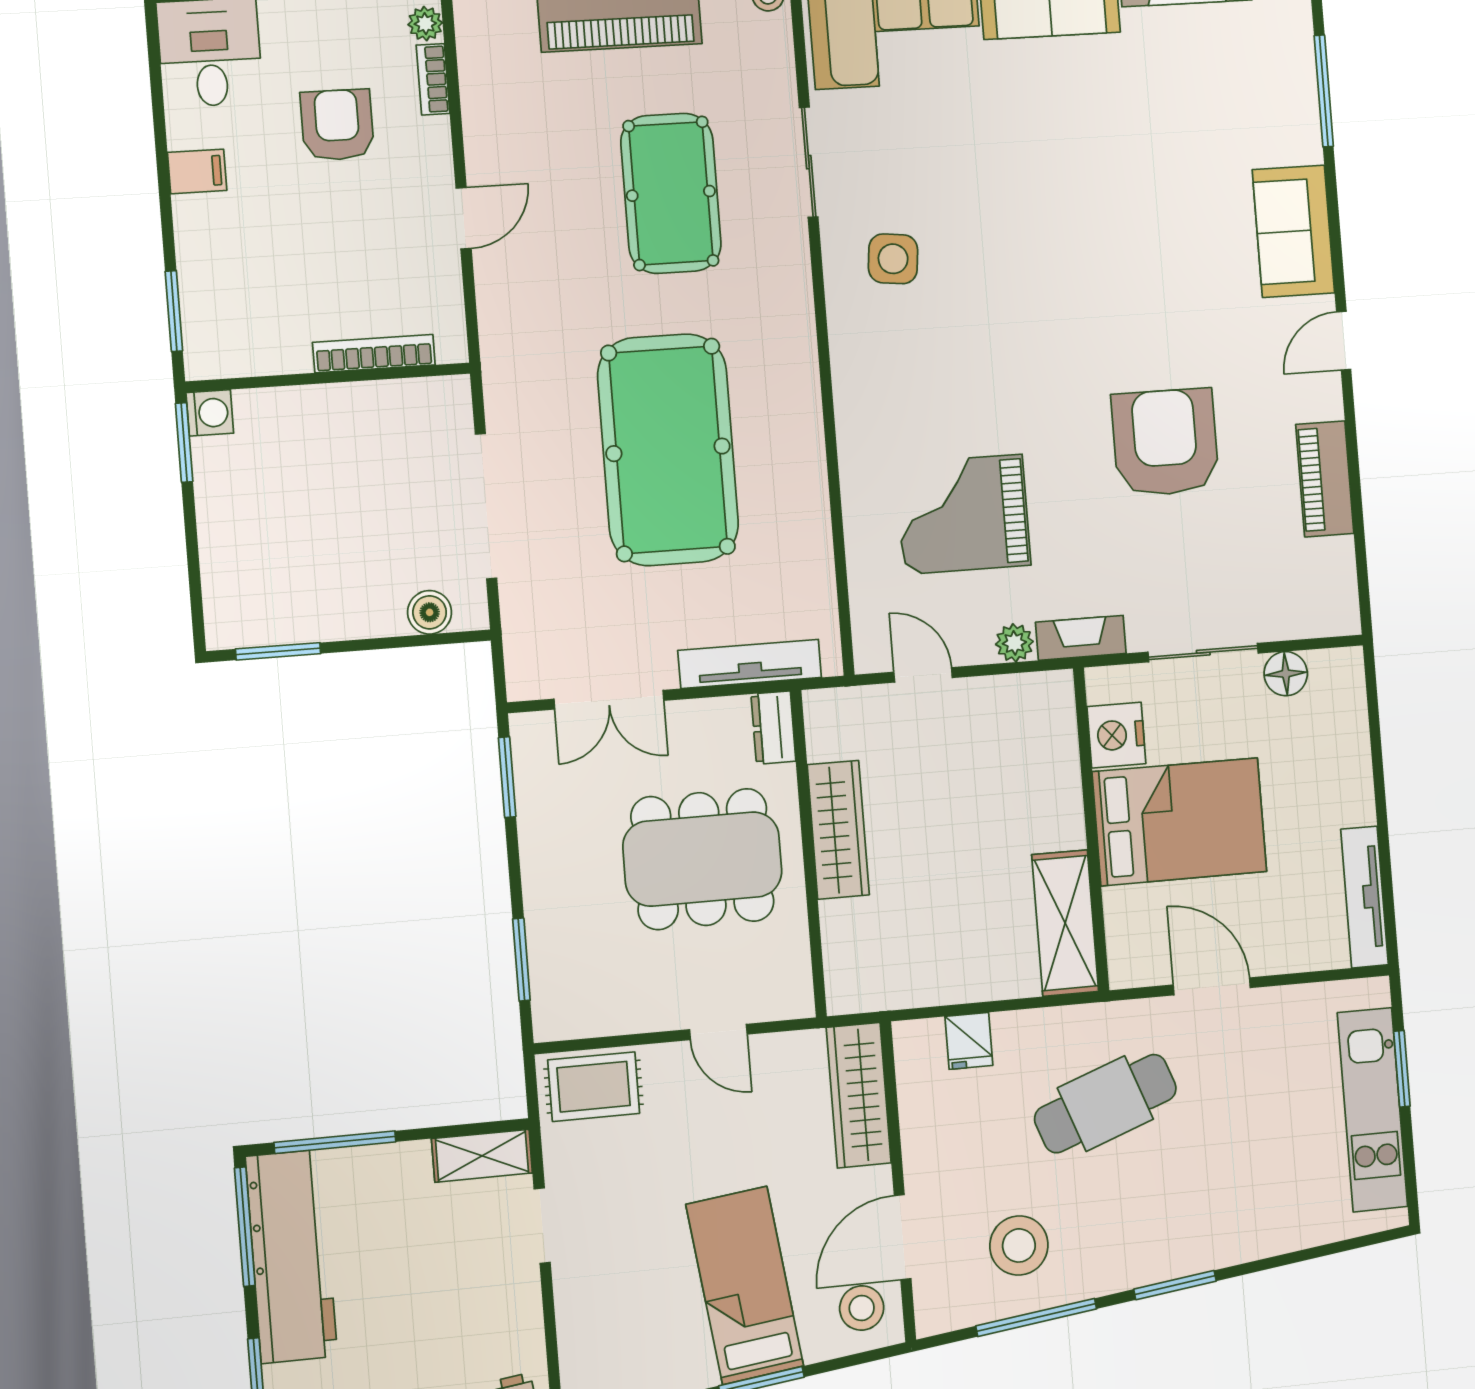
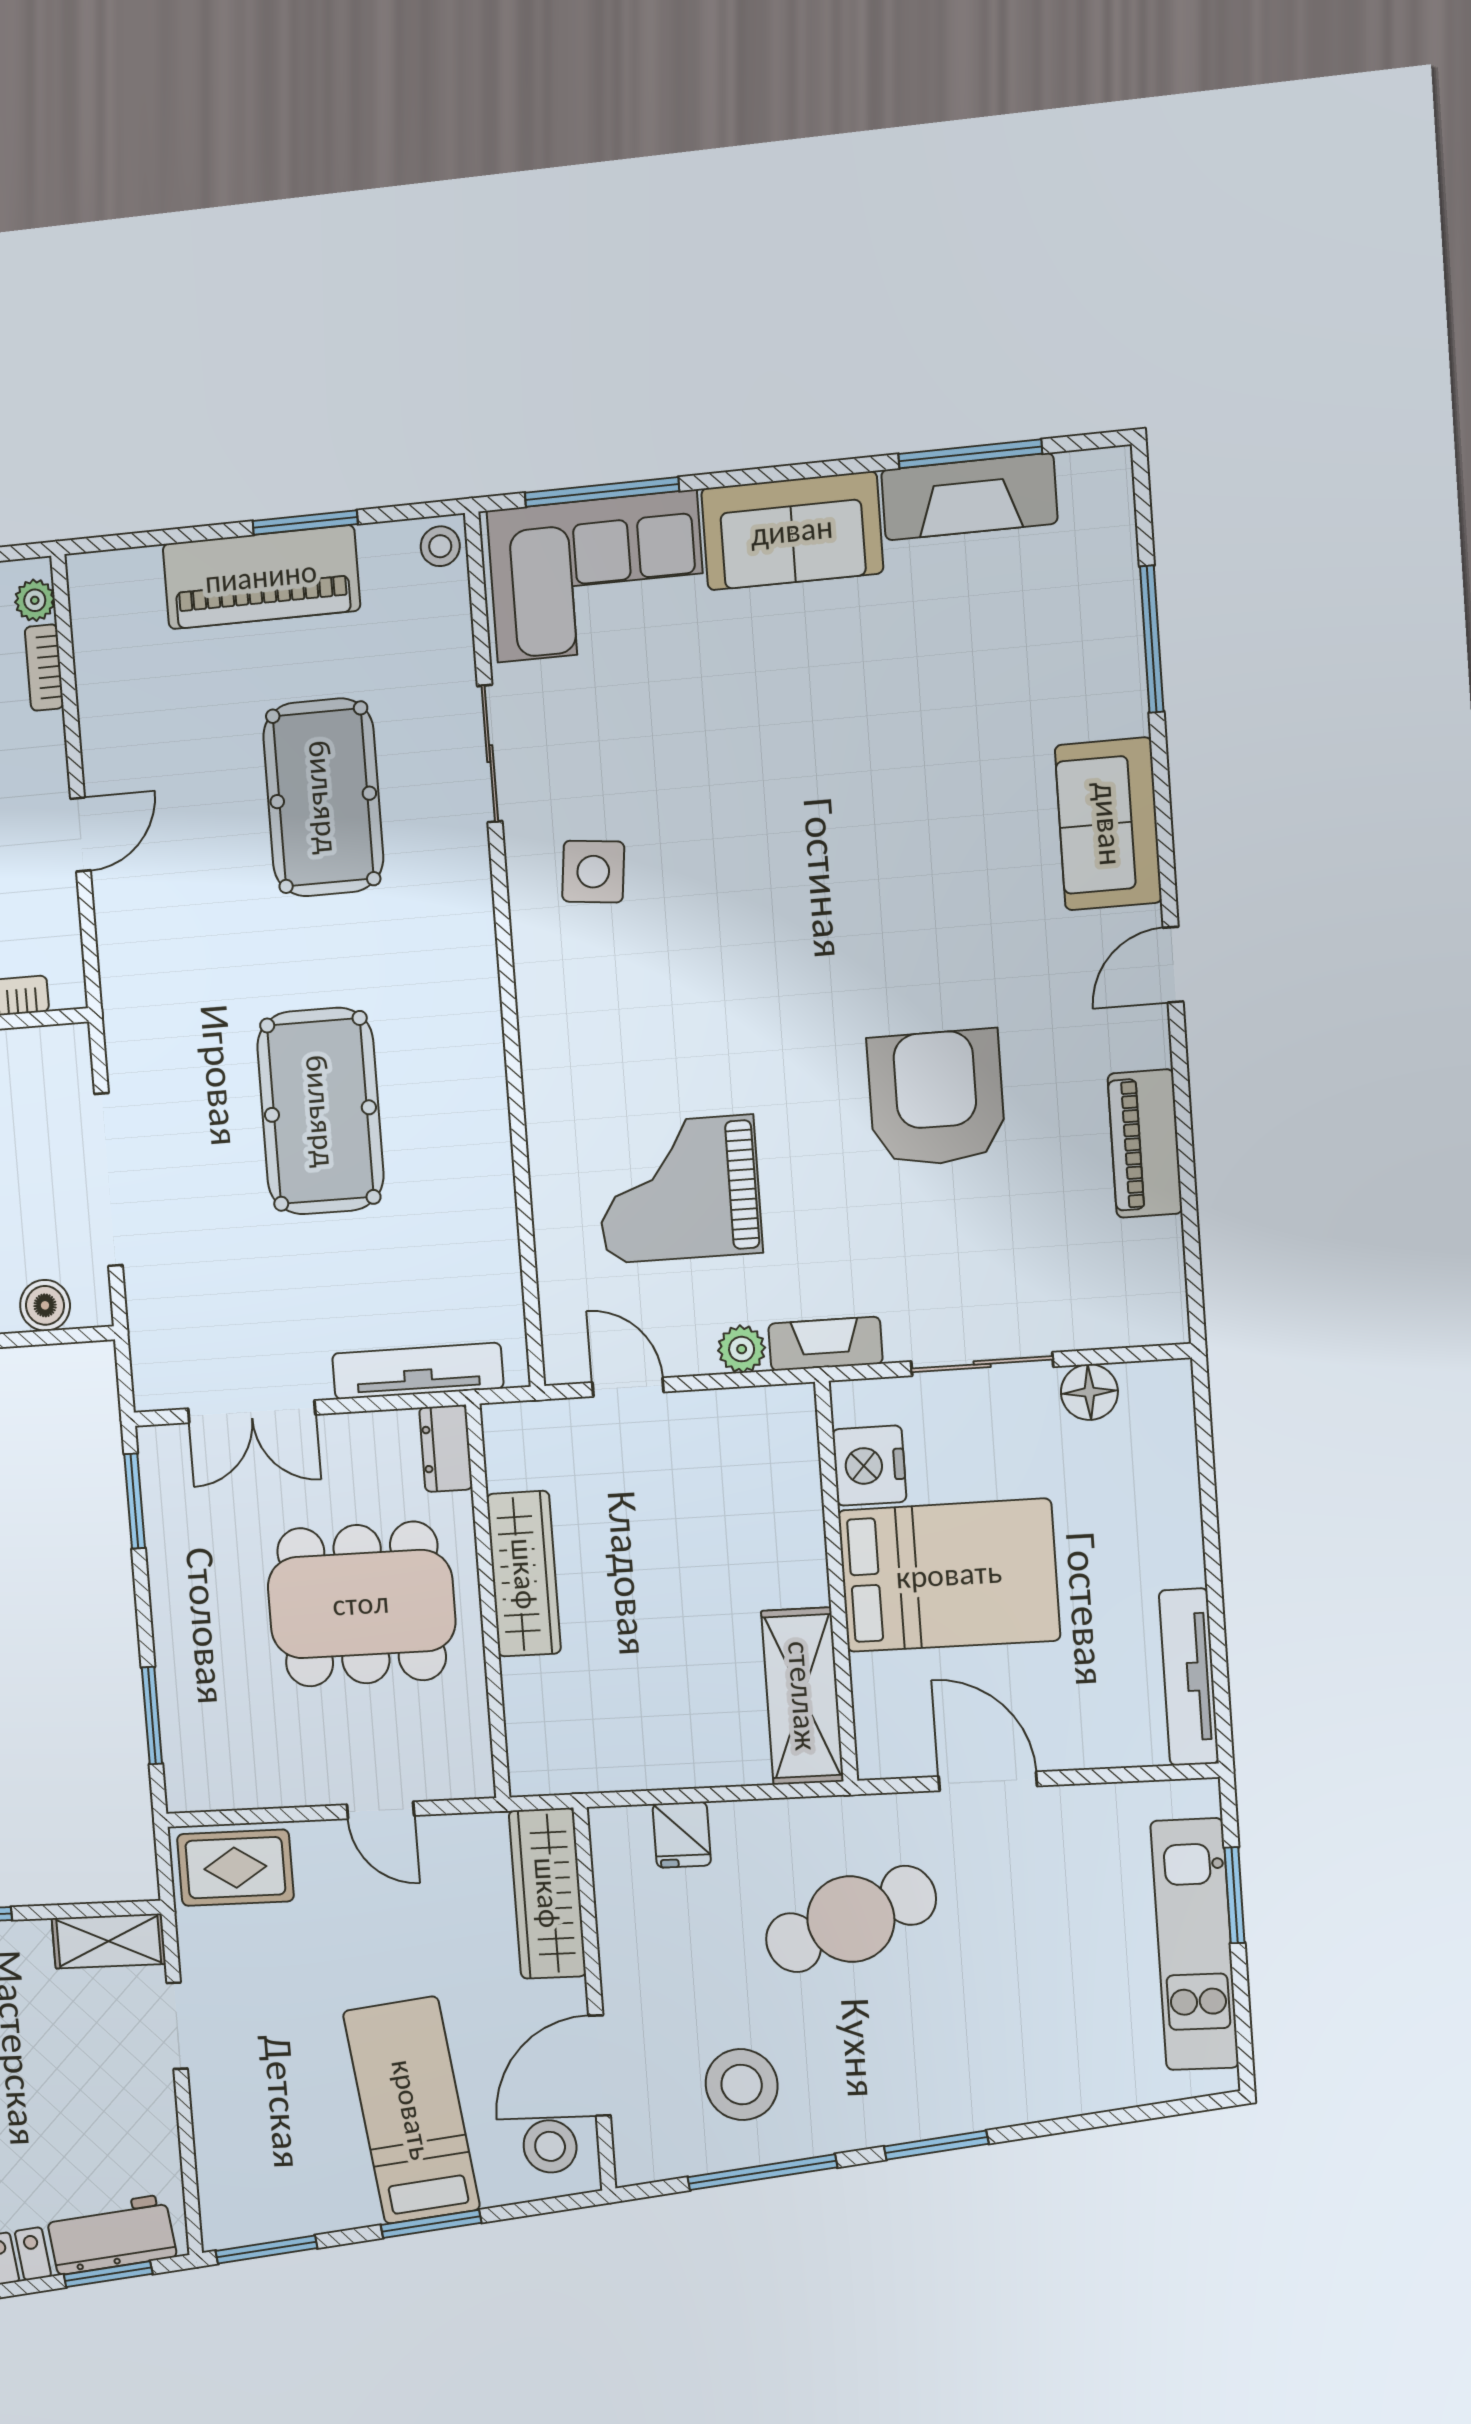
pool table: (668, 450) -> (320, 1111), width x0.73, depth x0.76

